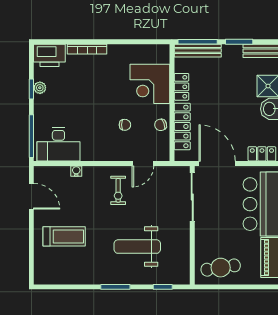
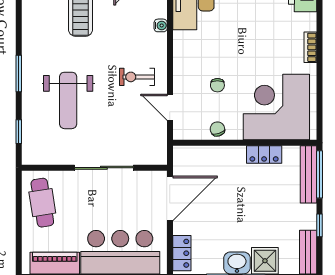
window: (239, 42) -> (319, 225), width x0.67
bookcase: (87, 49) -> (310, 47), width x0.64
corner desk: (150, 84) -> (276, 107), width x1.36, depth x1.36
locker: (182, 126) -> (215, 156), removed
sliding door: (192, 197) -> (104, 168), moved
weight bench: (137, 247) -> (68, 100), turned 180

